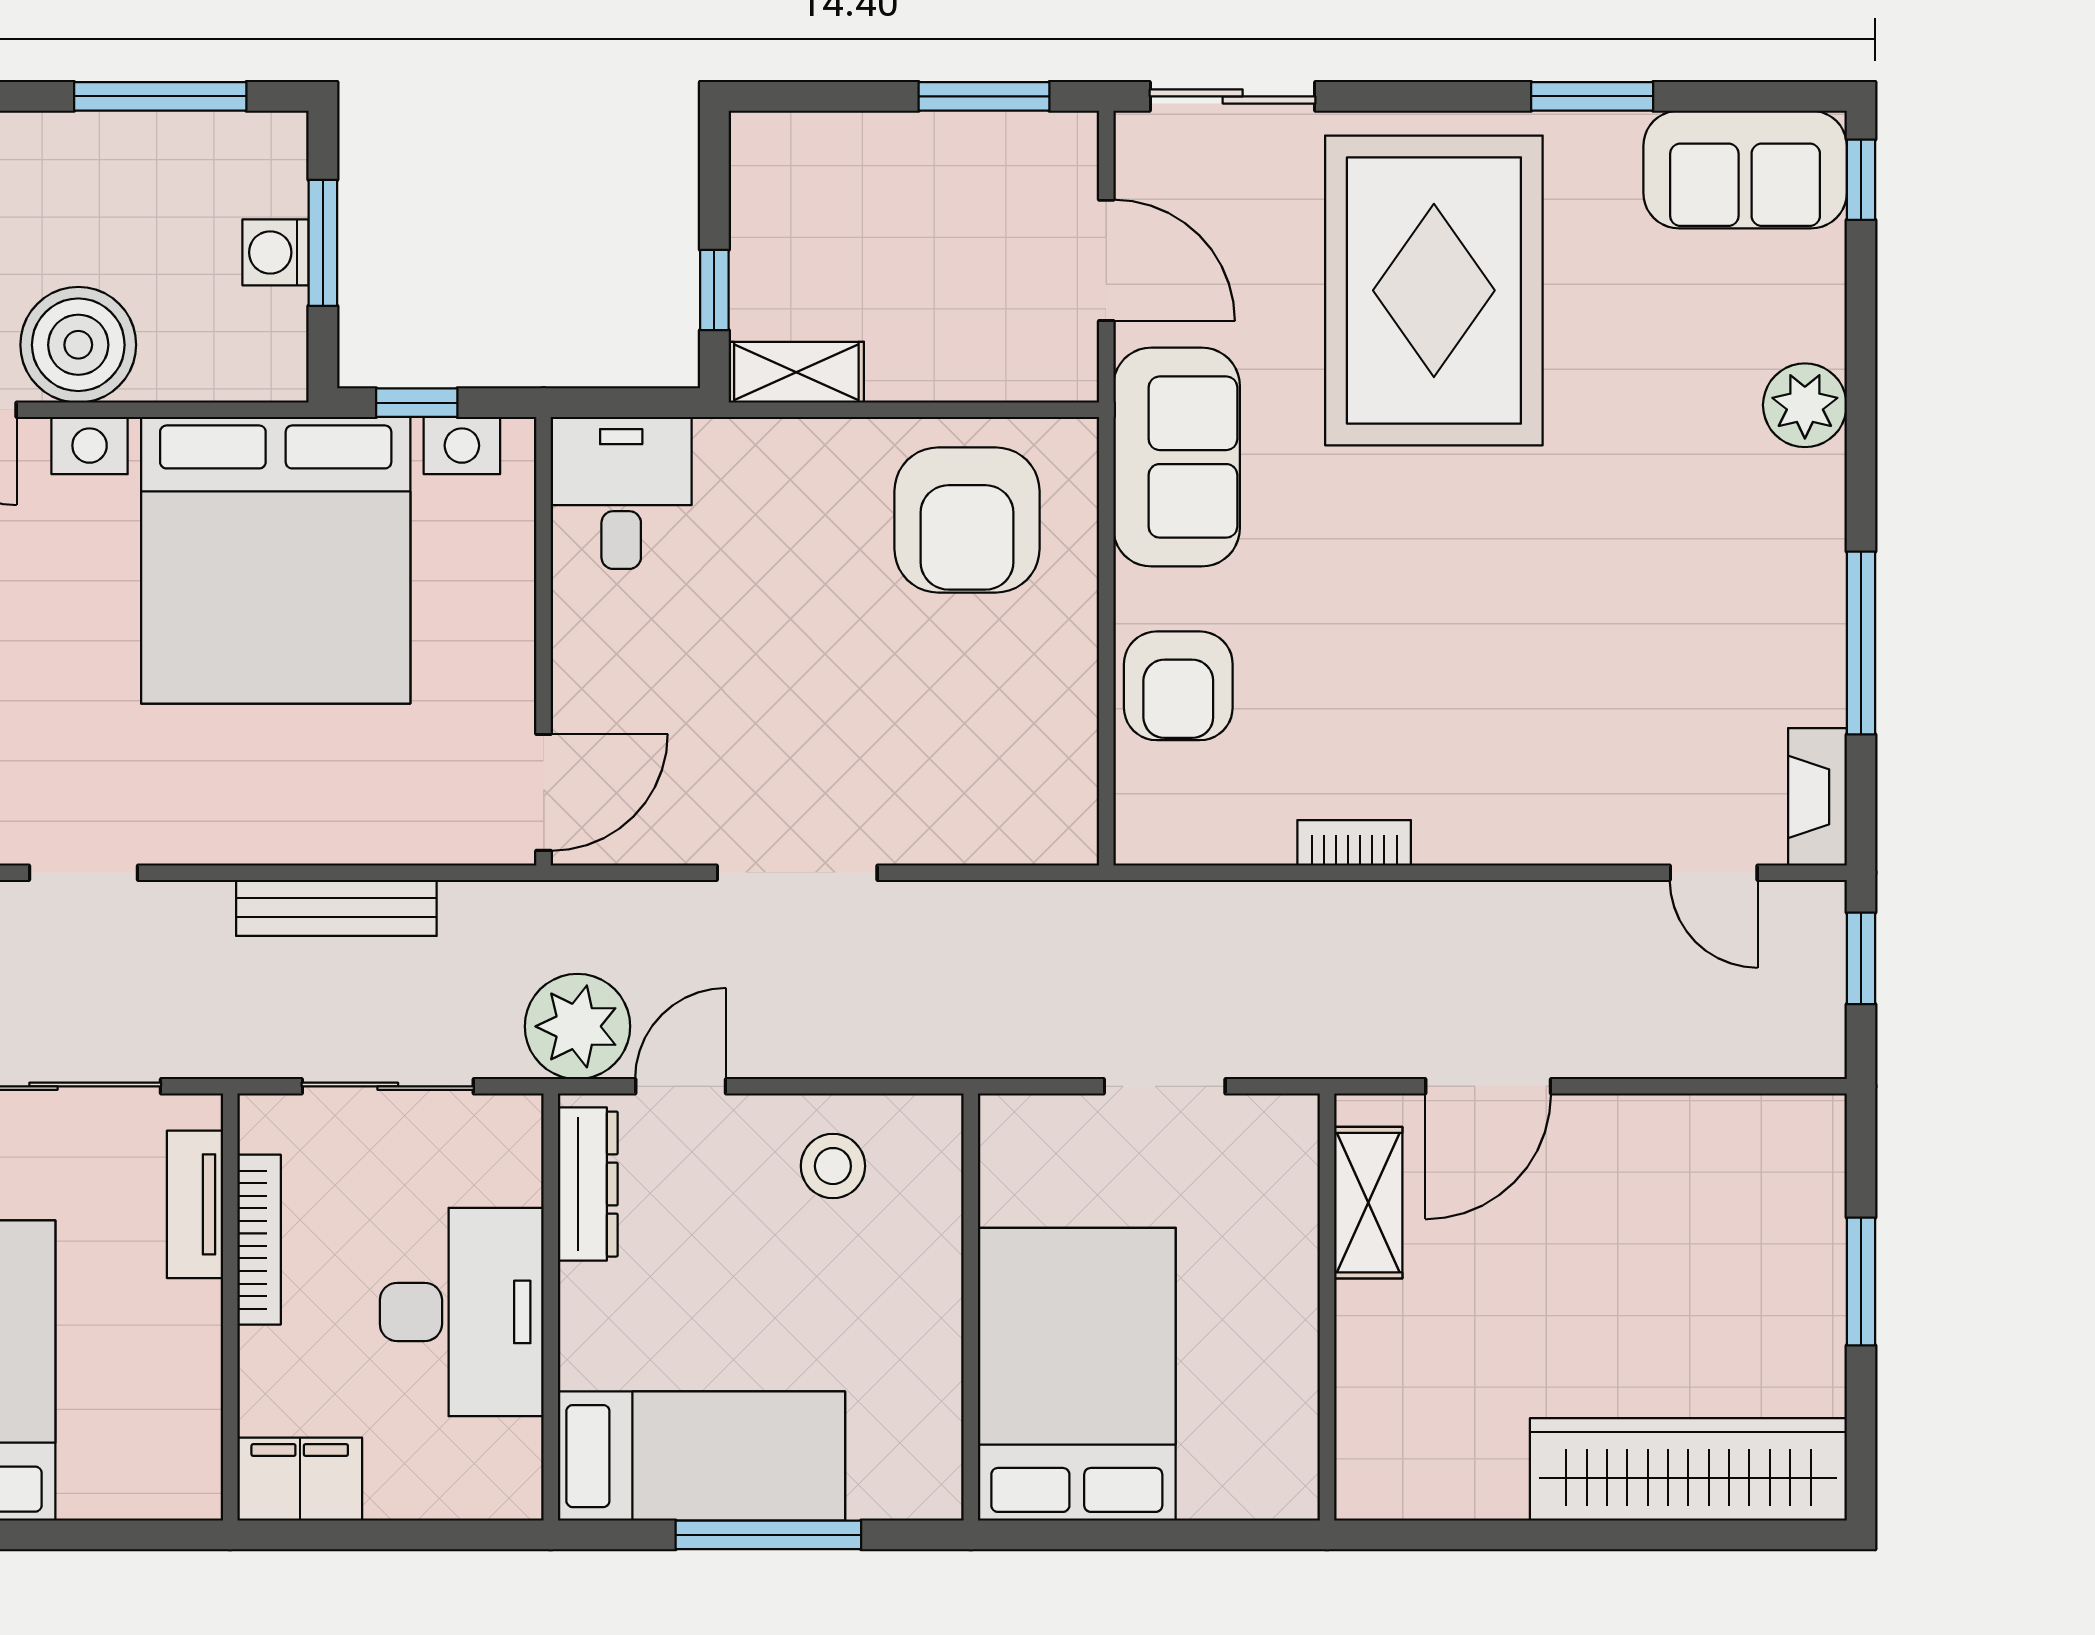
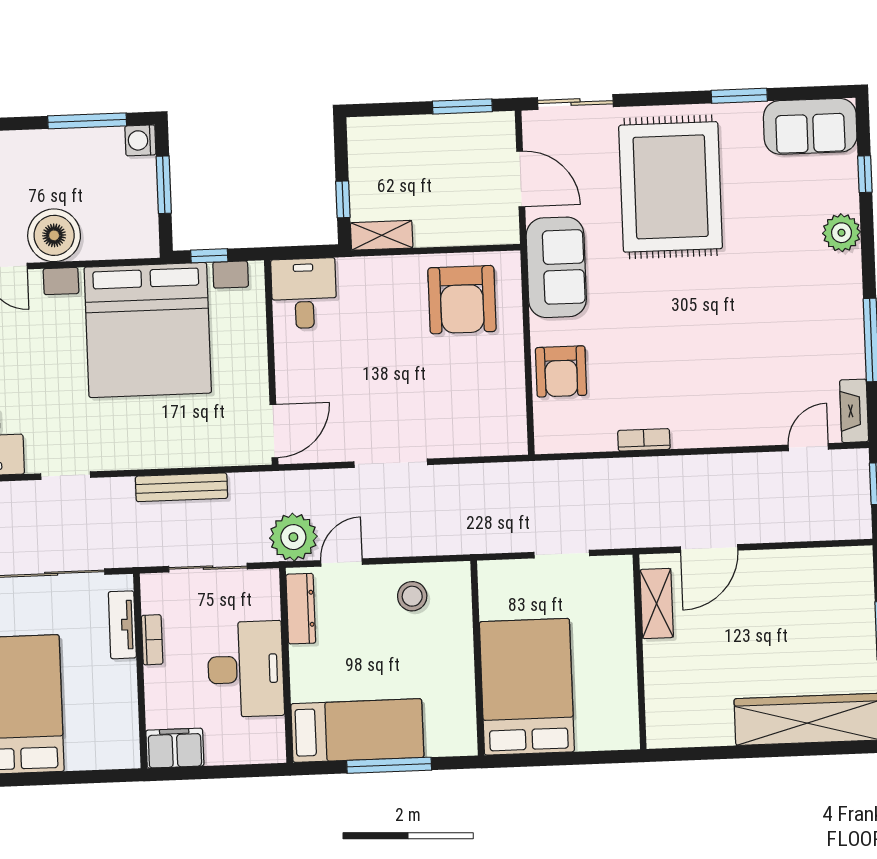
window: (1861, 180) -> (865, 174), moved
washing machine: (275, 252) -> (140, 140), moved
door: (1714, 873) -> (808, 447), swing flipped
bookcase: (259, 1240) -> (152, 640), width x0.64

